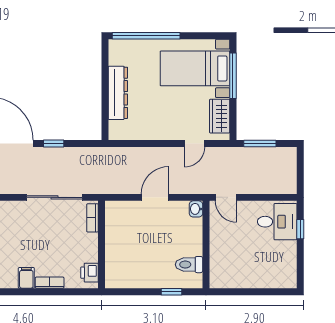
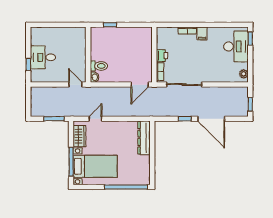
dresser: (118, 93) -> (144, 138), moved
door: (155, 197) -> (140, 85), moved
desk: (277, 222) -> (43, 57), moved
toilet: (189, 265) -> (99, 66), moved
printer: (90, 273) -> (162, 56), moved

